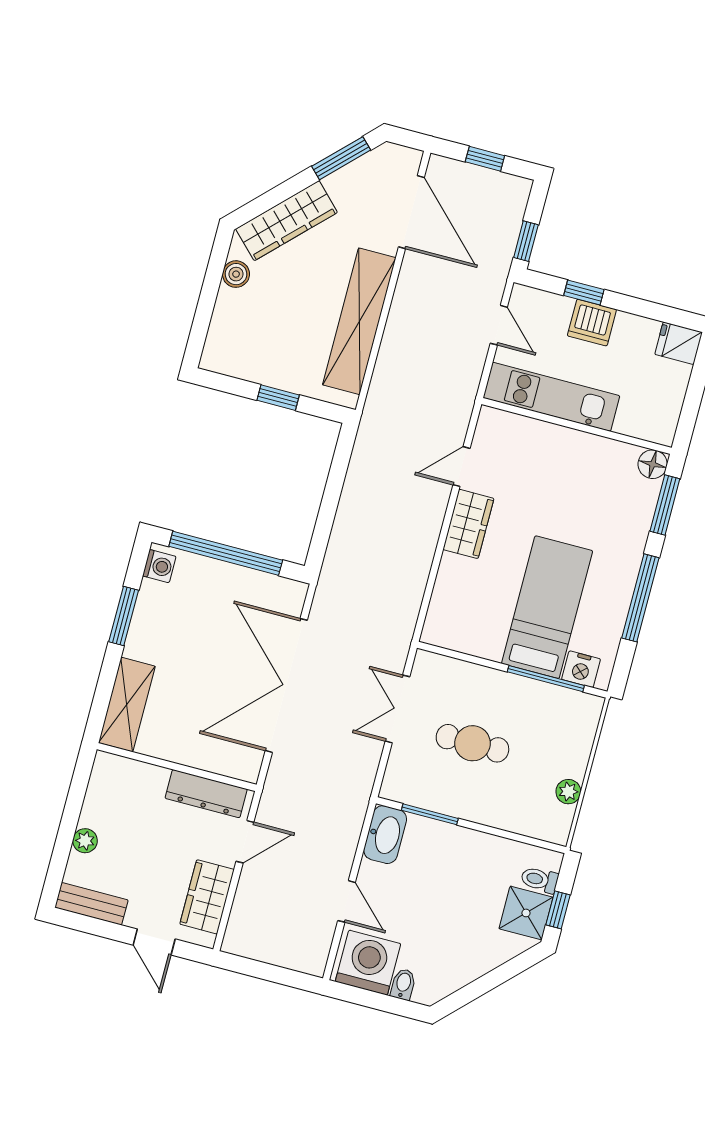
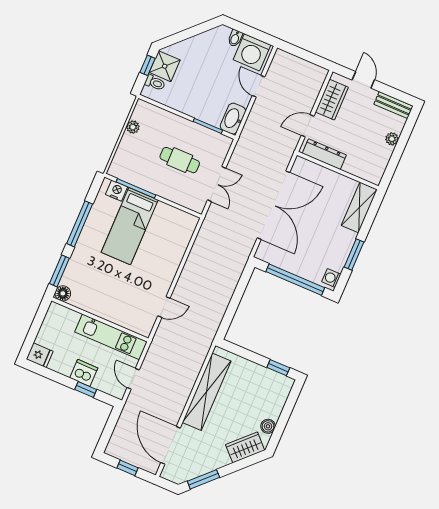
wardrobe: (287, 221) -> (245, 447), width x0.67
window: (526, 241) -> (112, 421), removed
window: (278, 398) -> (278, 368), moved
wardrobe: (468, 524) -> (165, 276), removed

